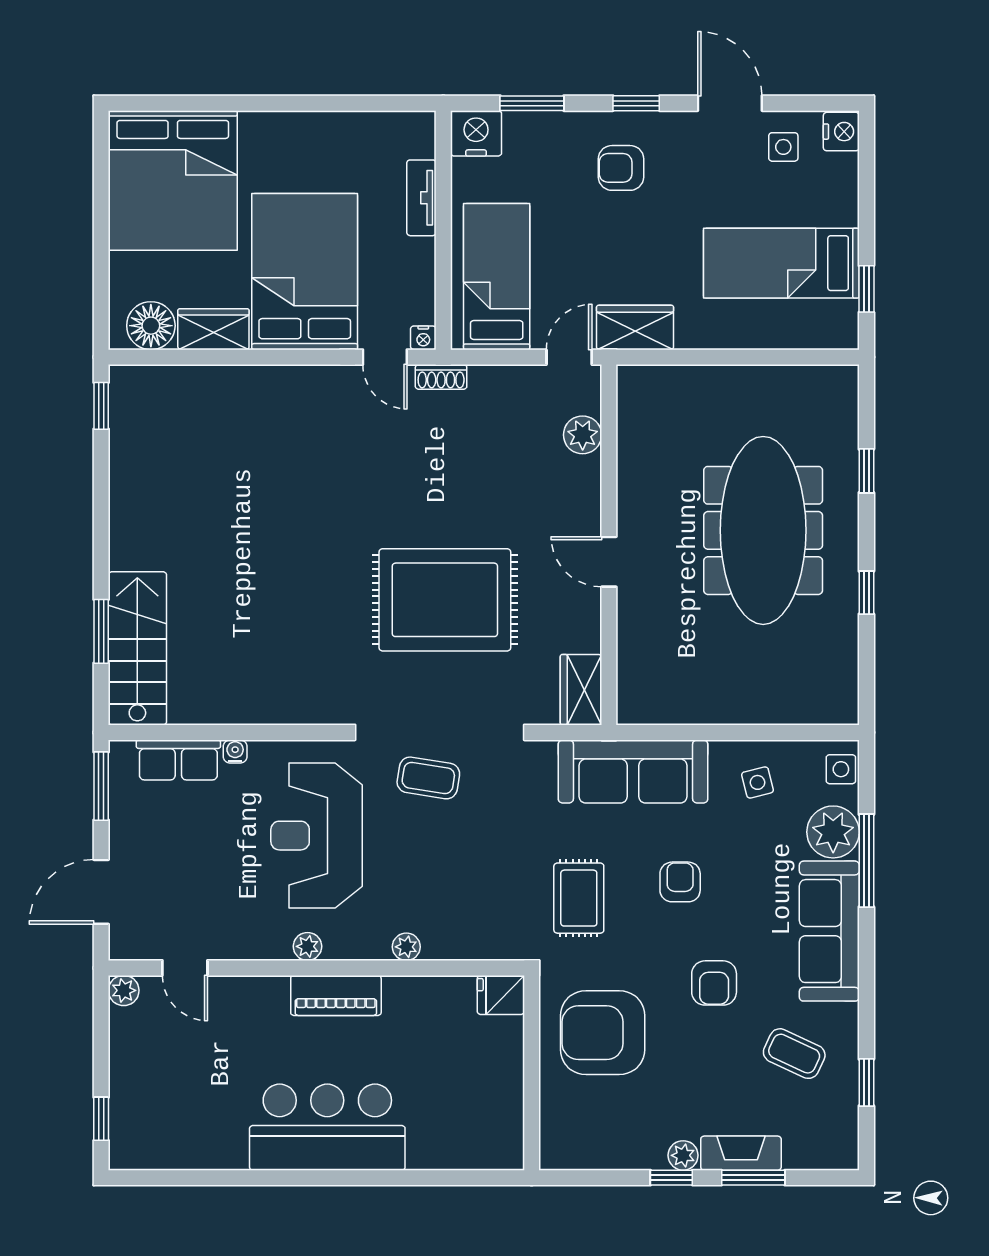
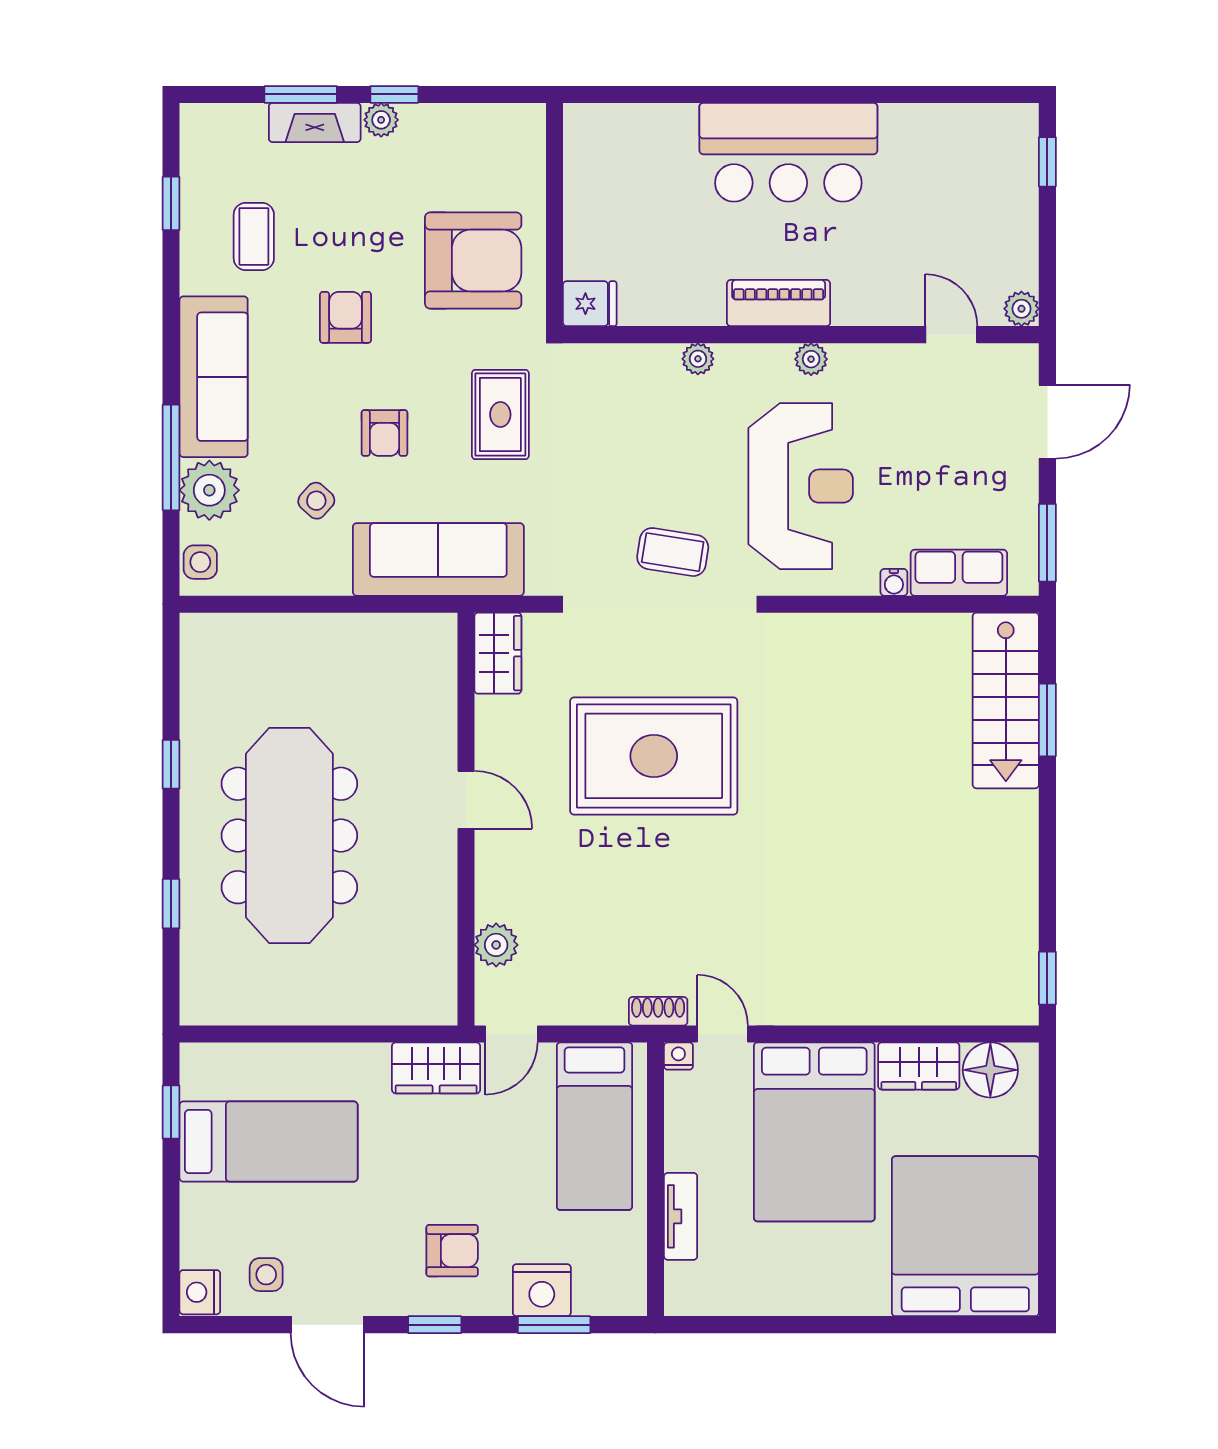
nightstand: (476, 133) -> (542, 1290), moved
side table: (758, 782) -> (316, 501), moved, turned -34
coffee table: (794, 1054) -> (254, 236), turned 65

